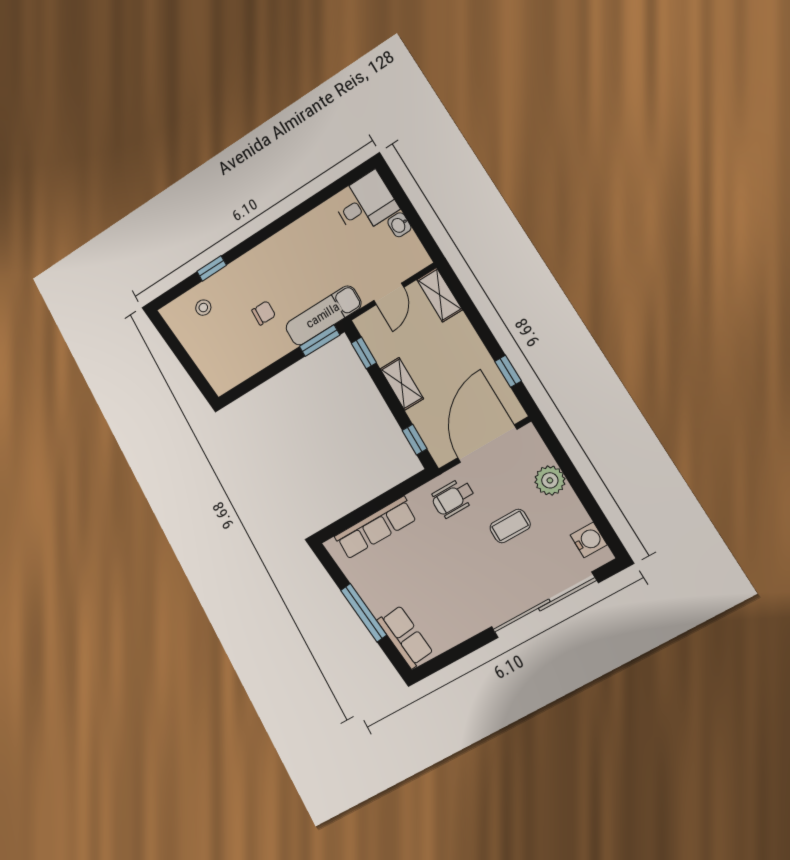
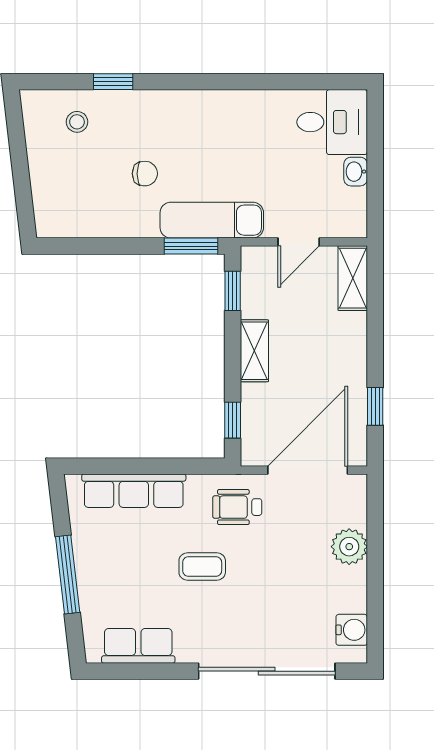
coffee table: (510, 526) -> (202, 566), moved
row of seats: (405, 637) -> (138, 646), moved, turned -83

